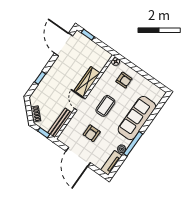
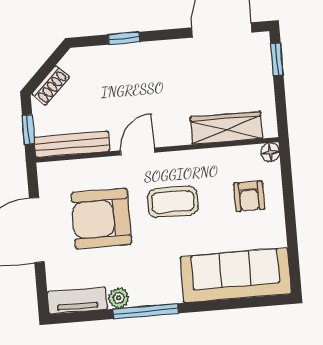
wardrobe: (87, 82) -> (226, 128), moved
sofa: (137, 118) -> (236, 275), moved
armchair: (92, 133) -> (101, 219), width x1.88, depth x1.88

